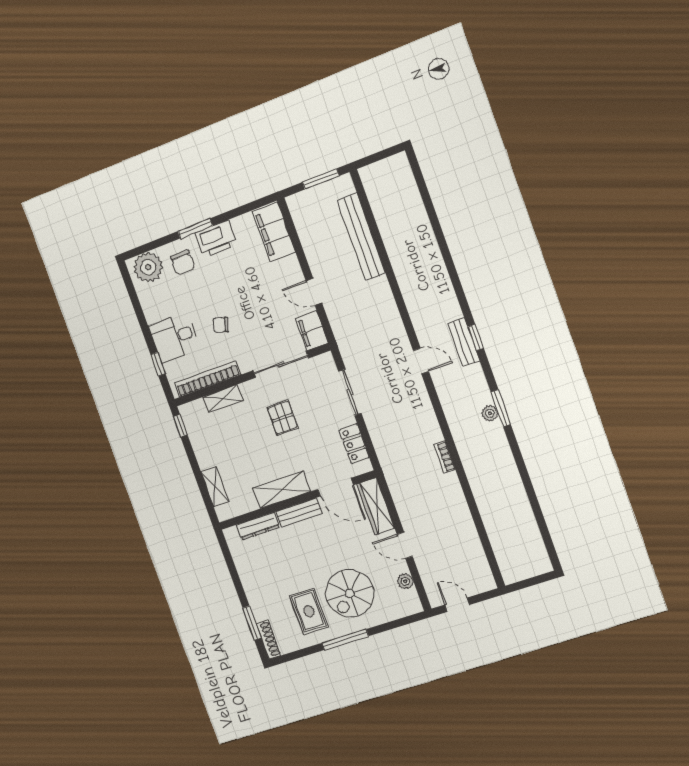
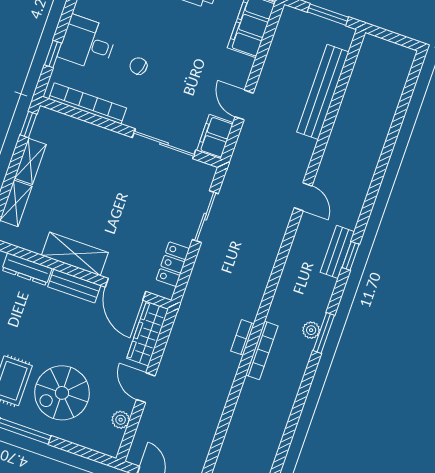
door: (421, 361) -> (303, 197), moved
shelving: (223, 399) -> (30, 161), moved, turned 90
pallet: (283, 418) -> (128, 191), removed
bookcase: (466, 455) -> (262, 350), added

